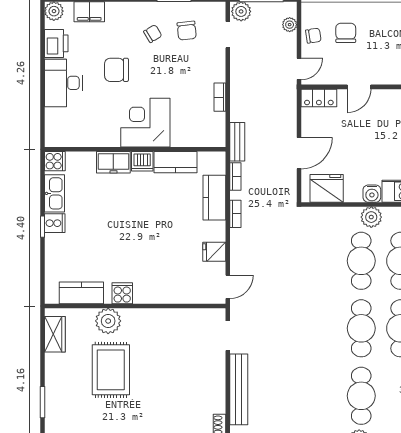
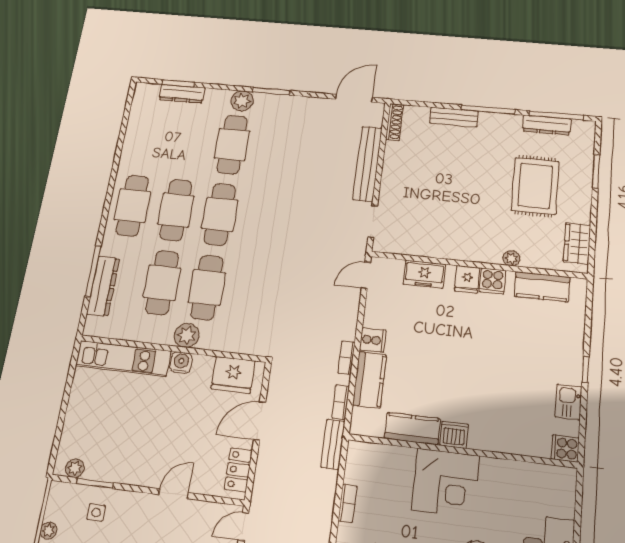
locker: (319, 98) -> (238, 470), moved, turned -90
freezer: (113, 162) -> (424, 274), moved, turned 180
kitchen sink: (54, 193) -> (568, 402), width x0.73
cooker: (55, 223) -> (373, 340), moved, turned 180
fridge: (214, 252) -> (467, 279), moved, turned 90
plant: (108, 321) -> (511, 258), width x0.53, depth x0.53
rug: (111, 370) -> (535, 186), moved

